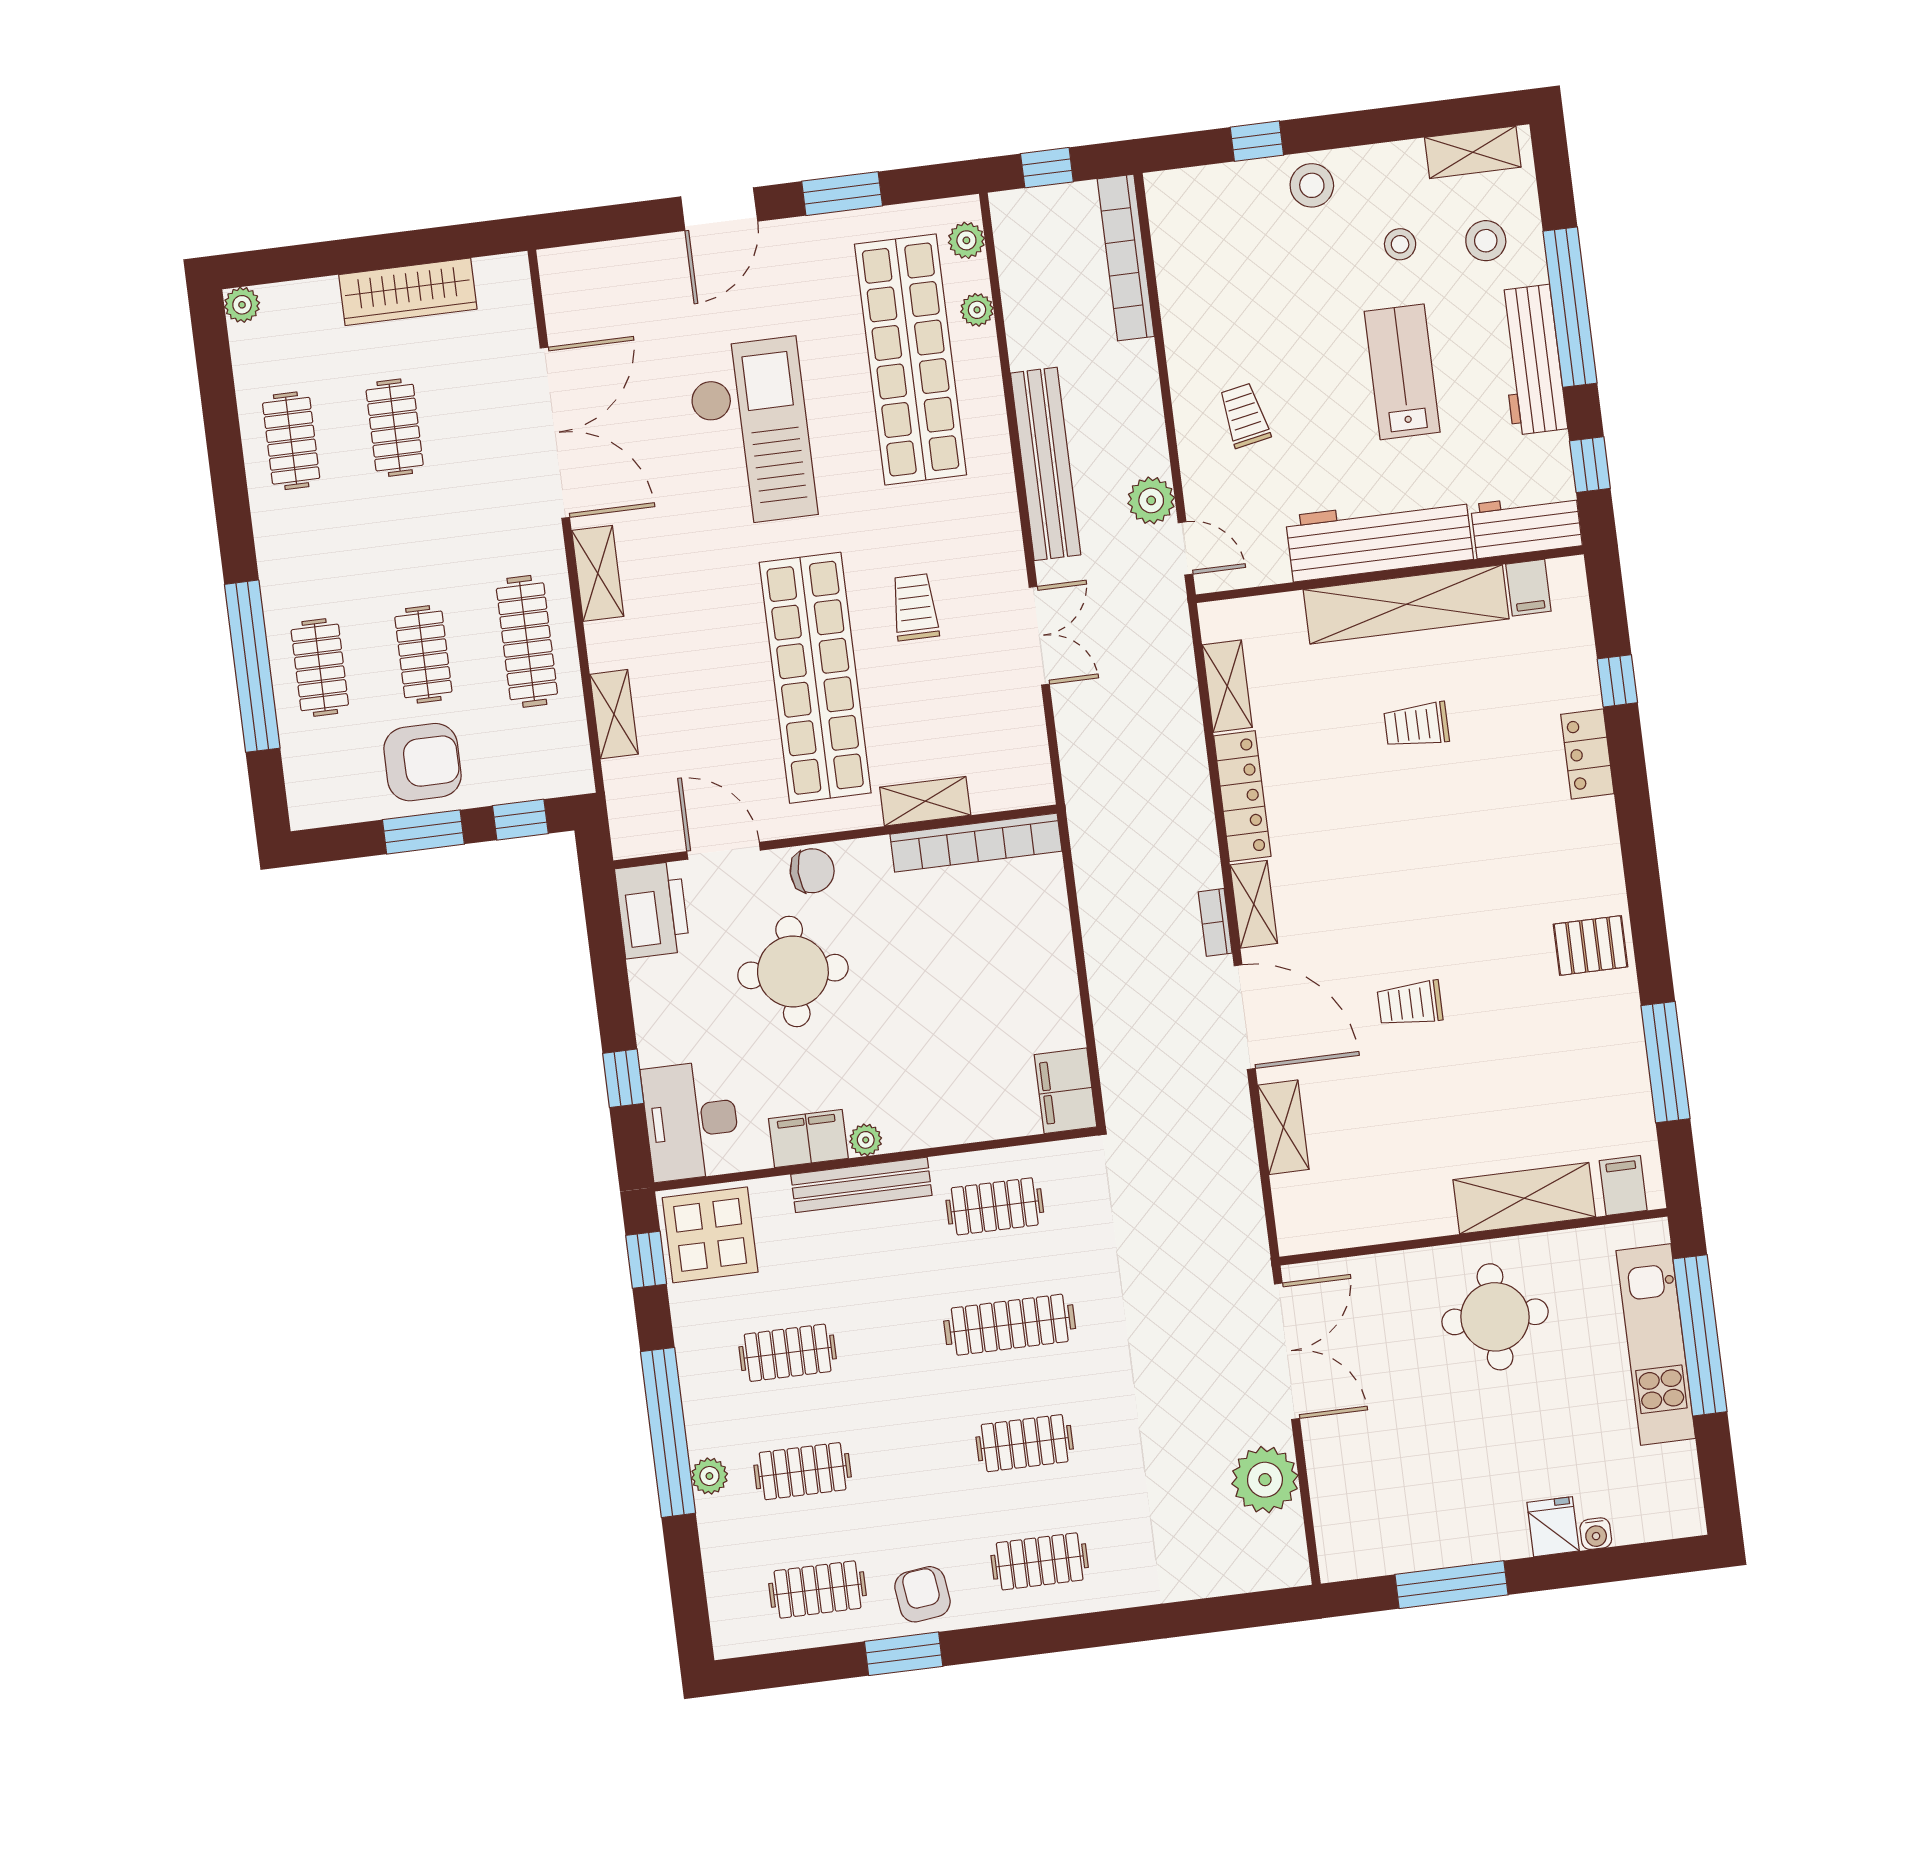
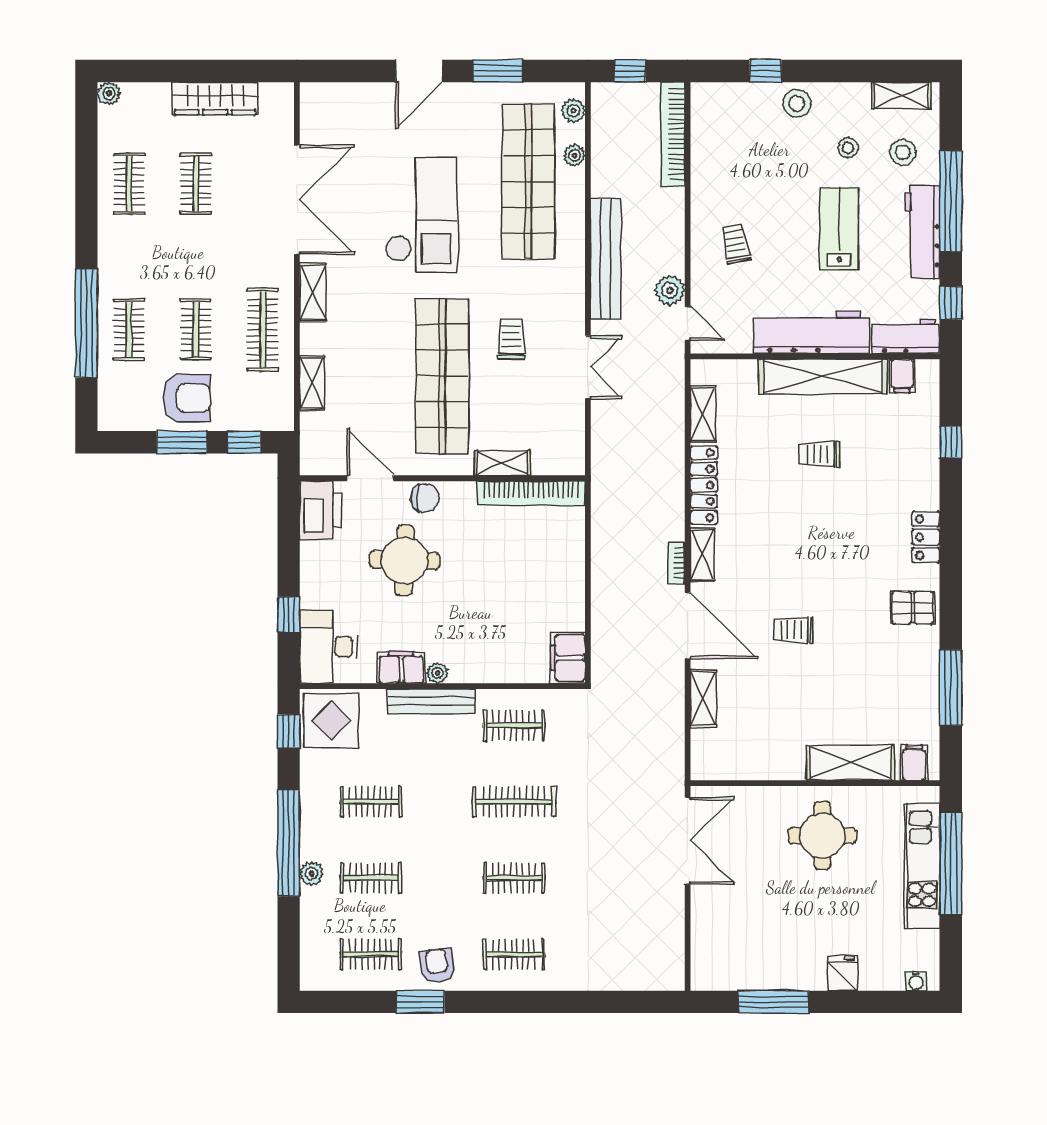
locker: (1587, 754) -> (926, 537), moved
plant: (1265, 1480) -> (663, 920), removed
water cooler: (1596, 1534) -> (916, 981), moved

